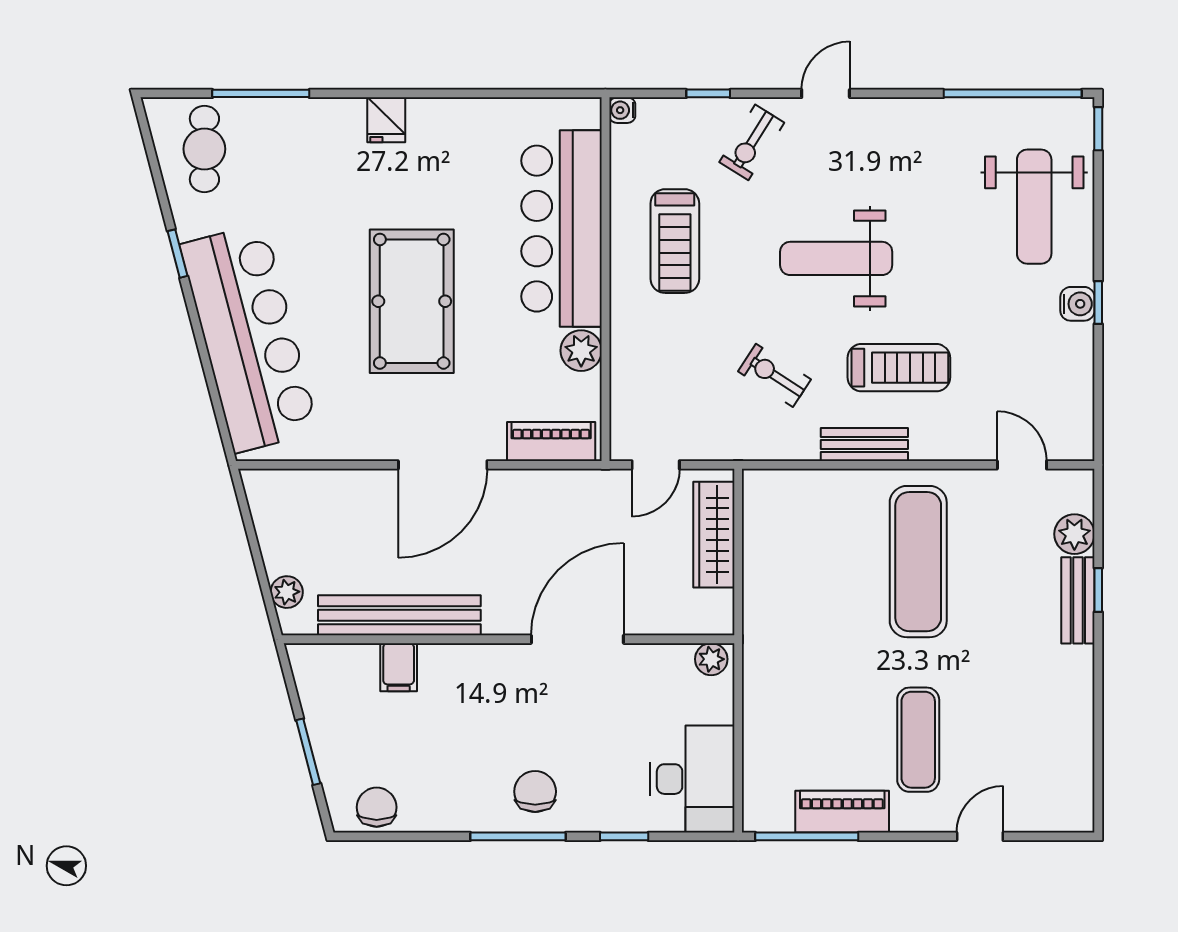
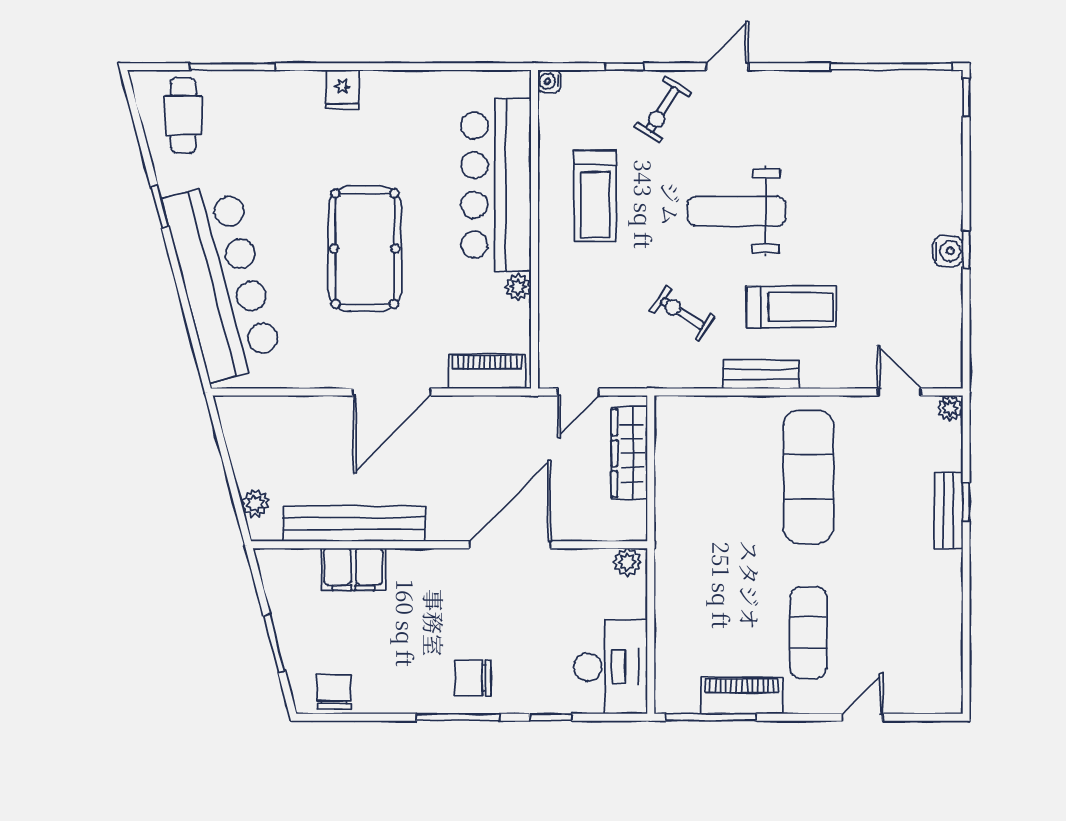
weight bench: (1034, 207) -> (910, 166), removed
plant: (581, 351) -> (518, 287), width x0.73, depth x0.73
plant: (1074, 534) -> (950, 408), moved, width x0.73, depth x0.73
filing cabinet: (399, 667) -> (353, 569), width x2.00
chair: (535, 792) -> (473, 678), turned -90

